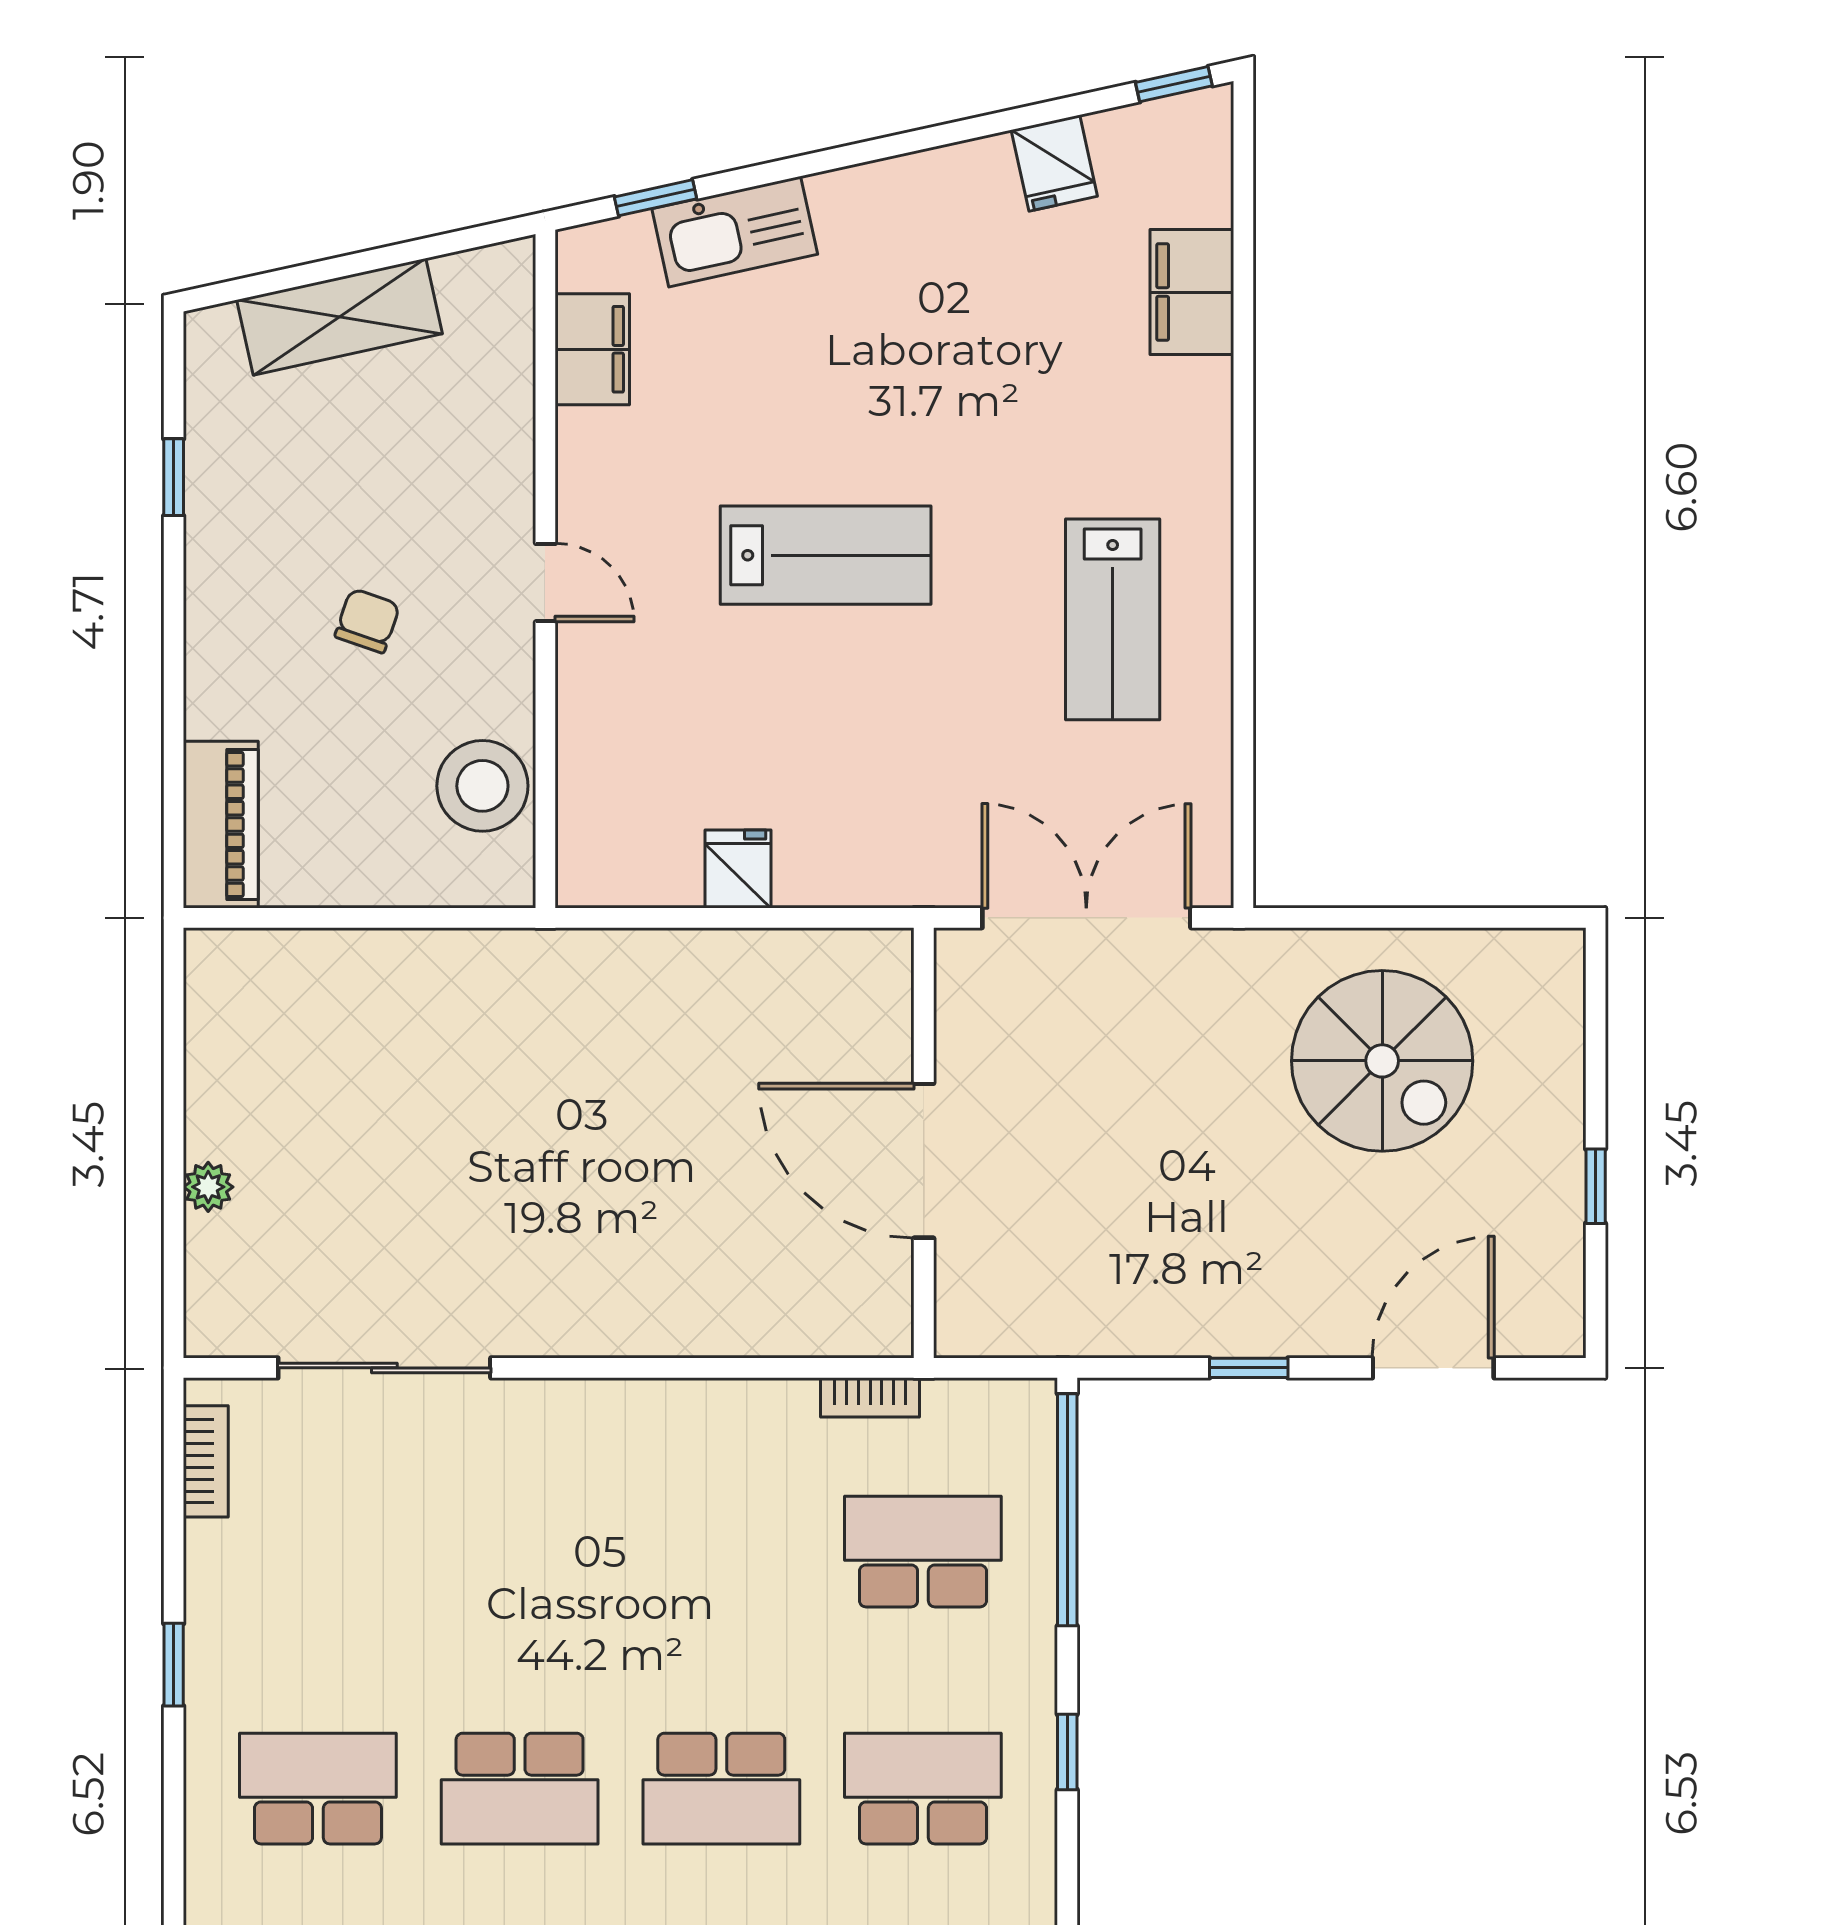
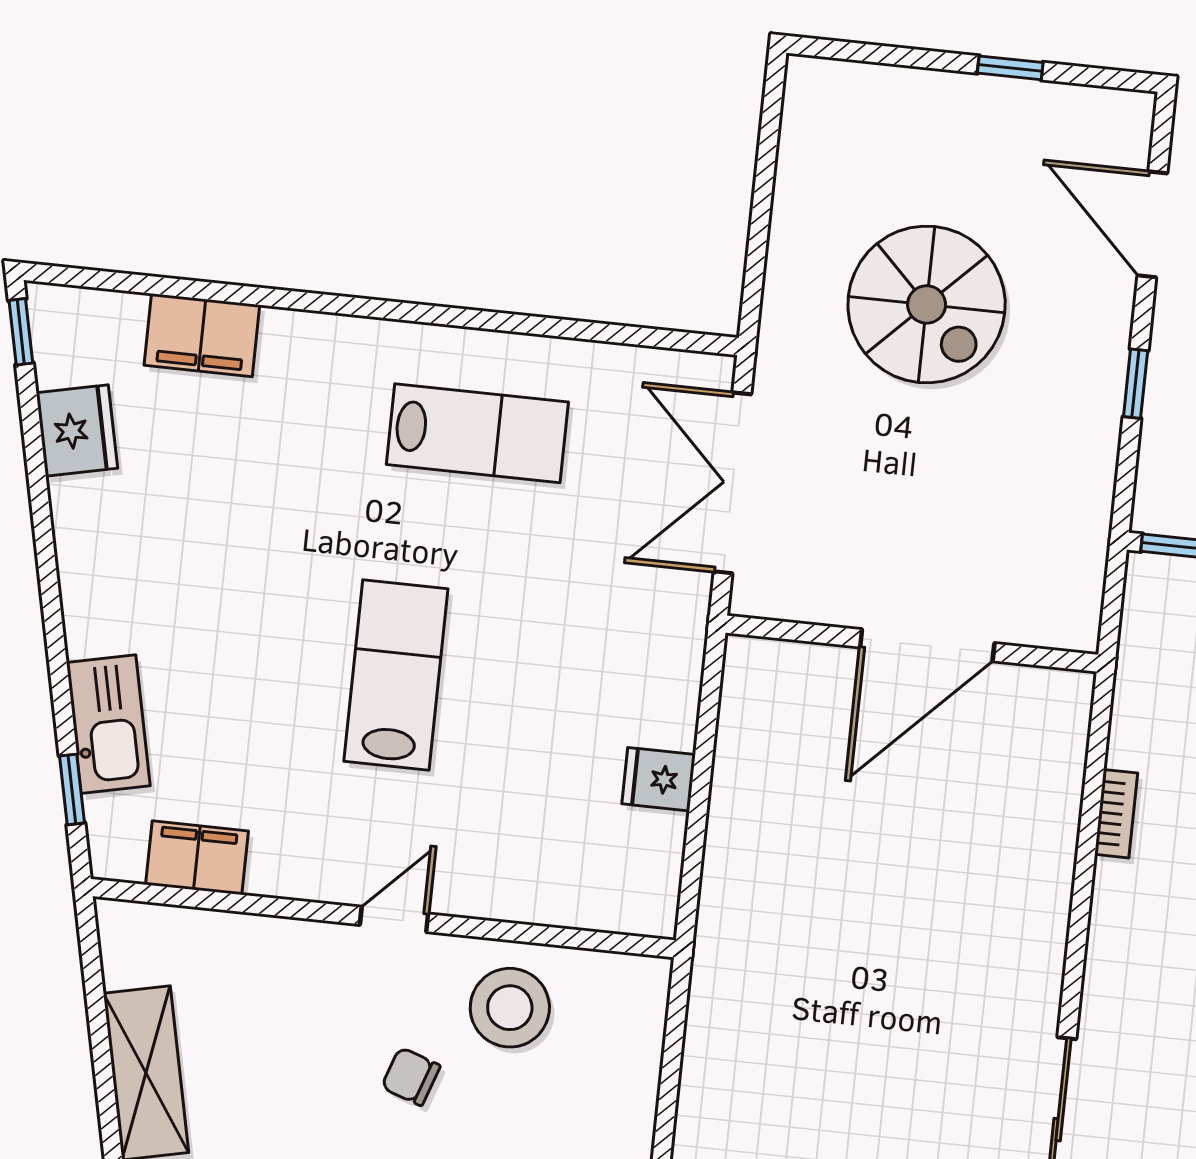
fridge: (1054, 163) -> (77, 430), width x1.38
stool: (482, 786) -> (510, 1008), moved
spiral stairs: (1382, 1061) -> (927, 304), moved, turned 90
bookcase: (870, 1397) -> (1116, 814), moved

